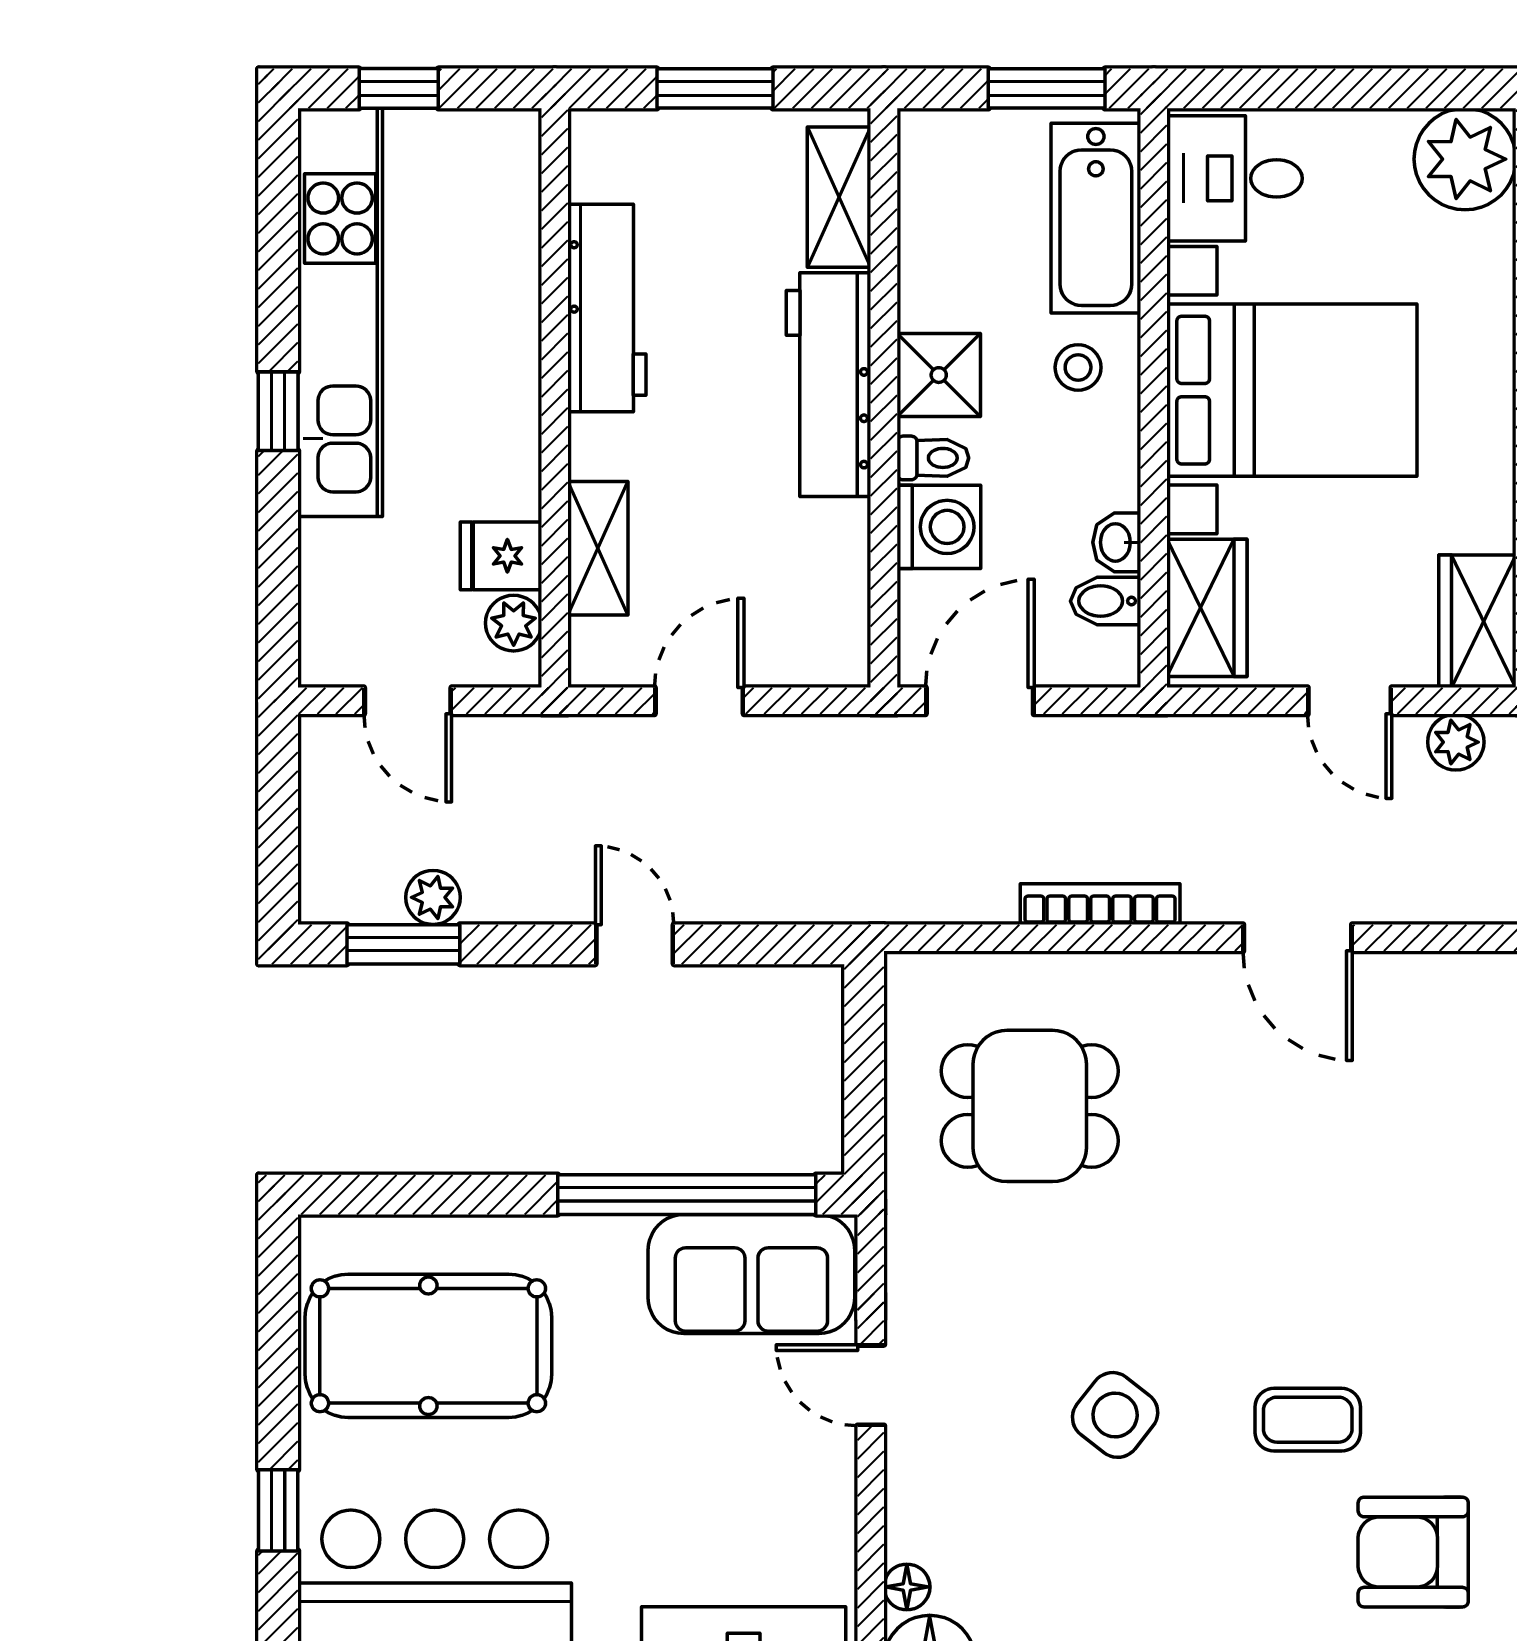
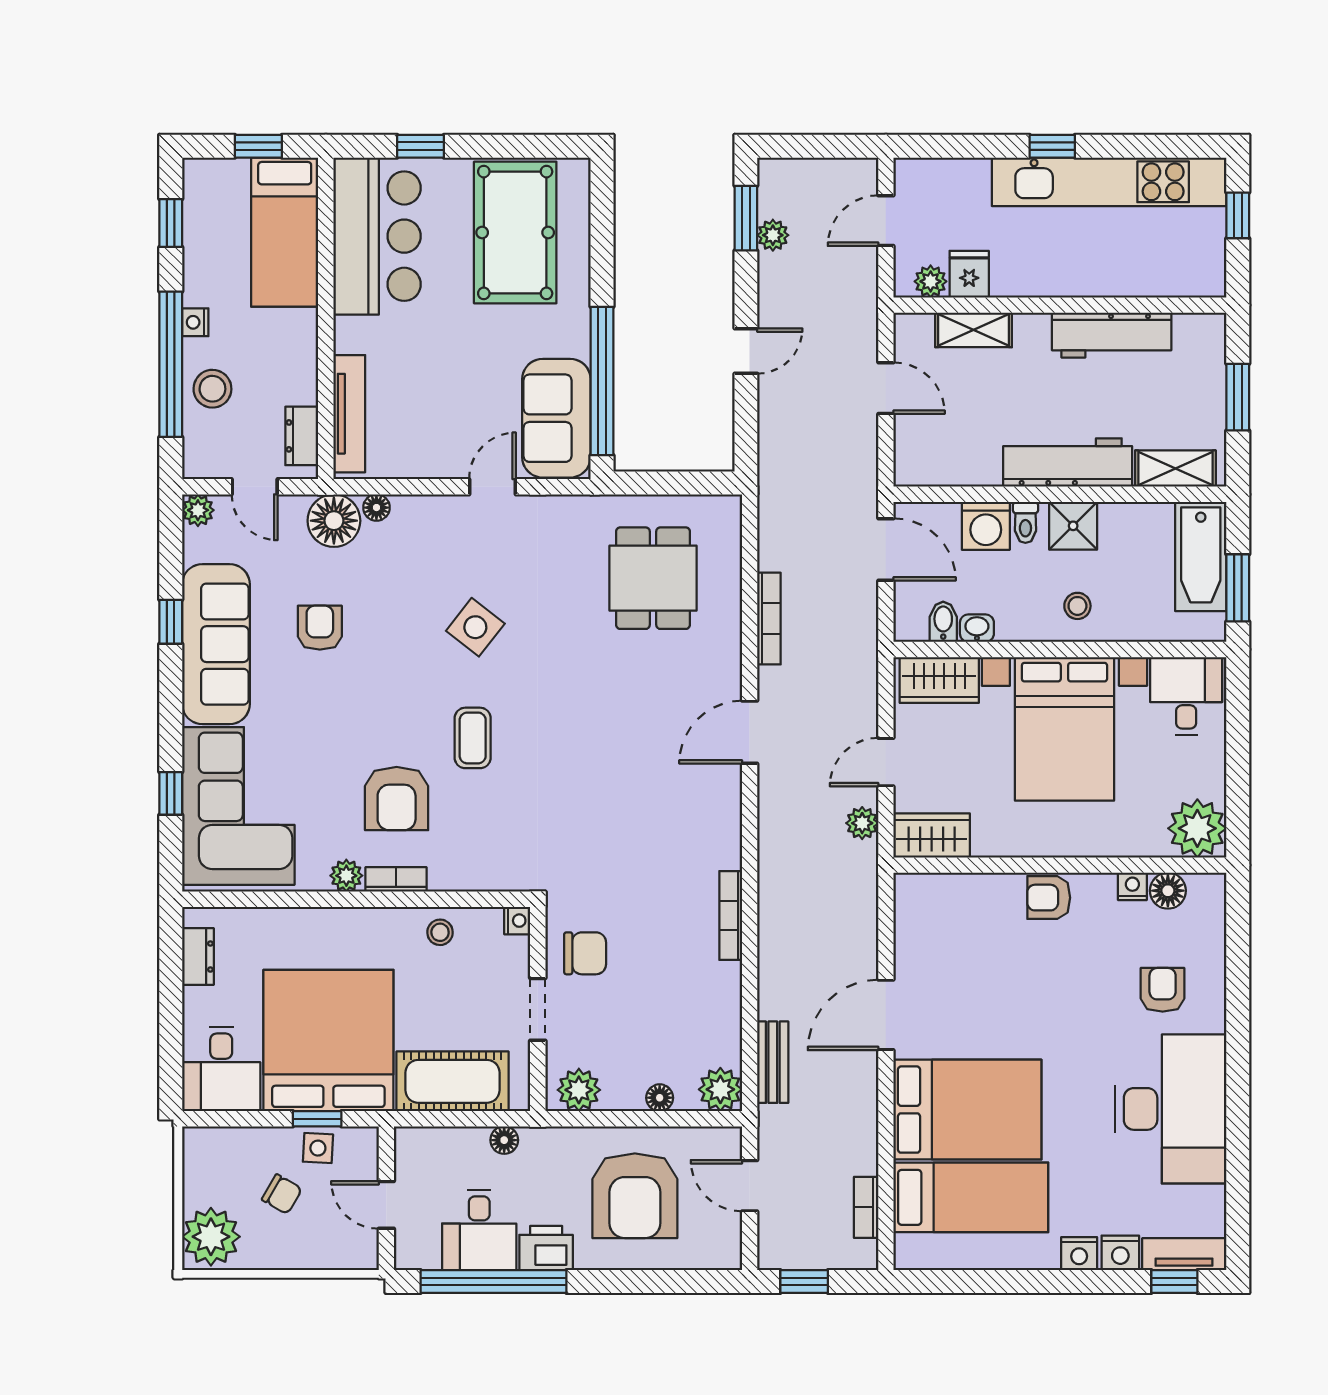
bathtub: (1096, 218) -> (1201, 556), moved, turned -90
armchair: (1413, 1552) -> (397, 799), turned 180

